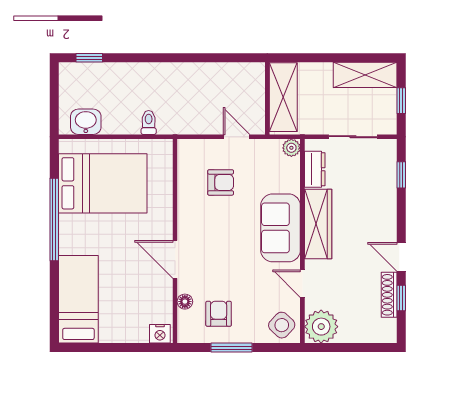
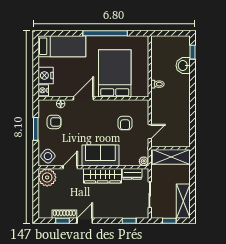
washbasin: (86, 122) -> (183, 66), moved, turned 180
bed: (103, 183) -> (115, 73), moved, turned 180
nightstand: (133, 329) -> (46, 75), added

